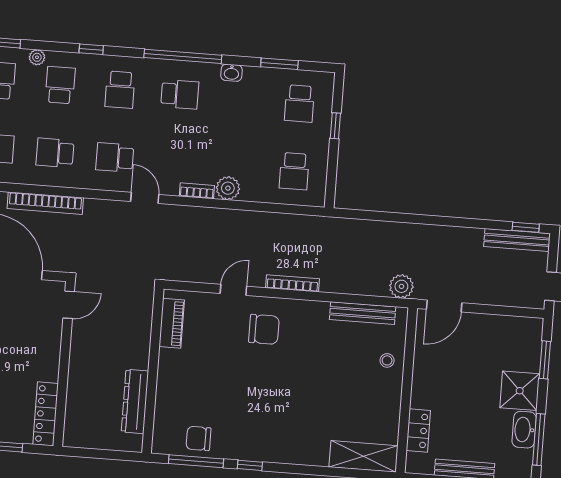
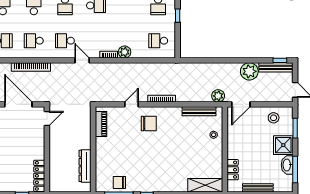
school desk: (294, 171) -> (158, 41), turned 90
plant: (465, 244) -> (249, 71), added
stool: (505, 337) -> (274, 118), added

